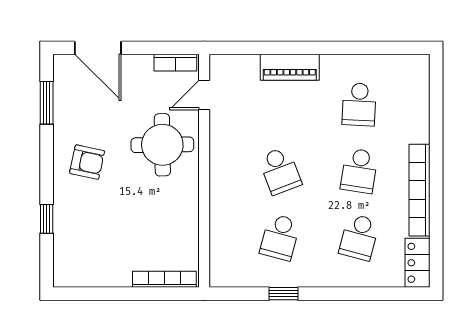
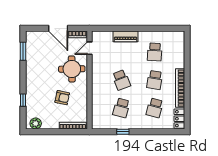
door: (98, 48) -> (58, 28), moved
armchair: (87, 162) -> (62, 98), moved
plant: (77, 274) -> (36, 123), added

